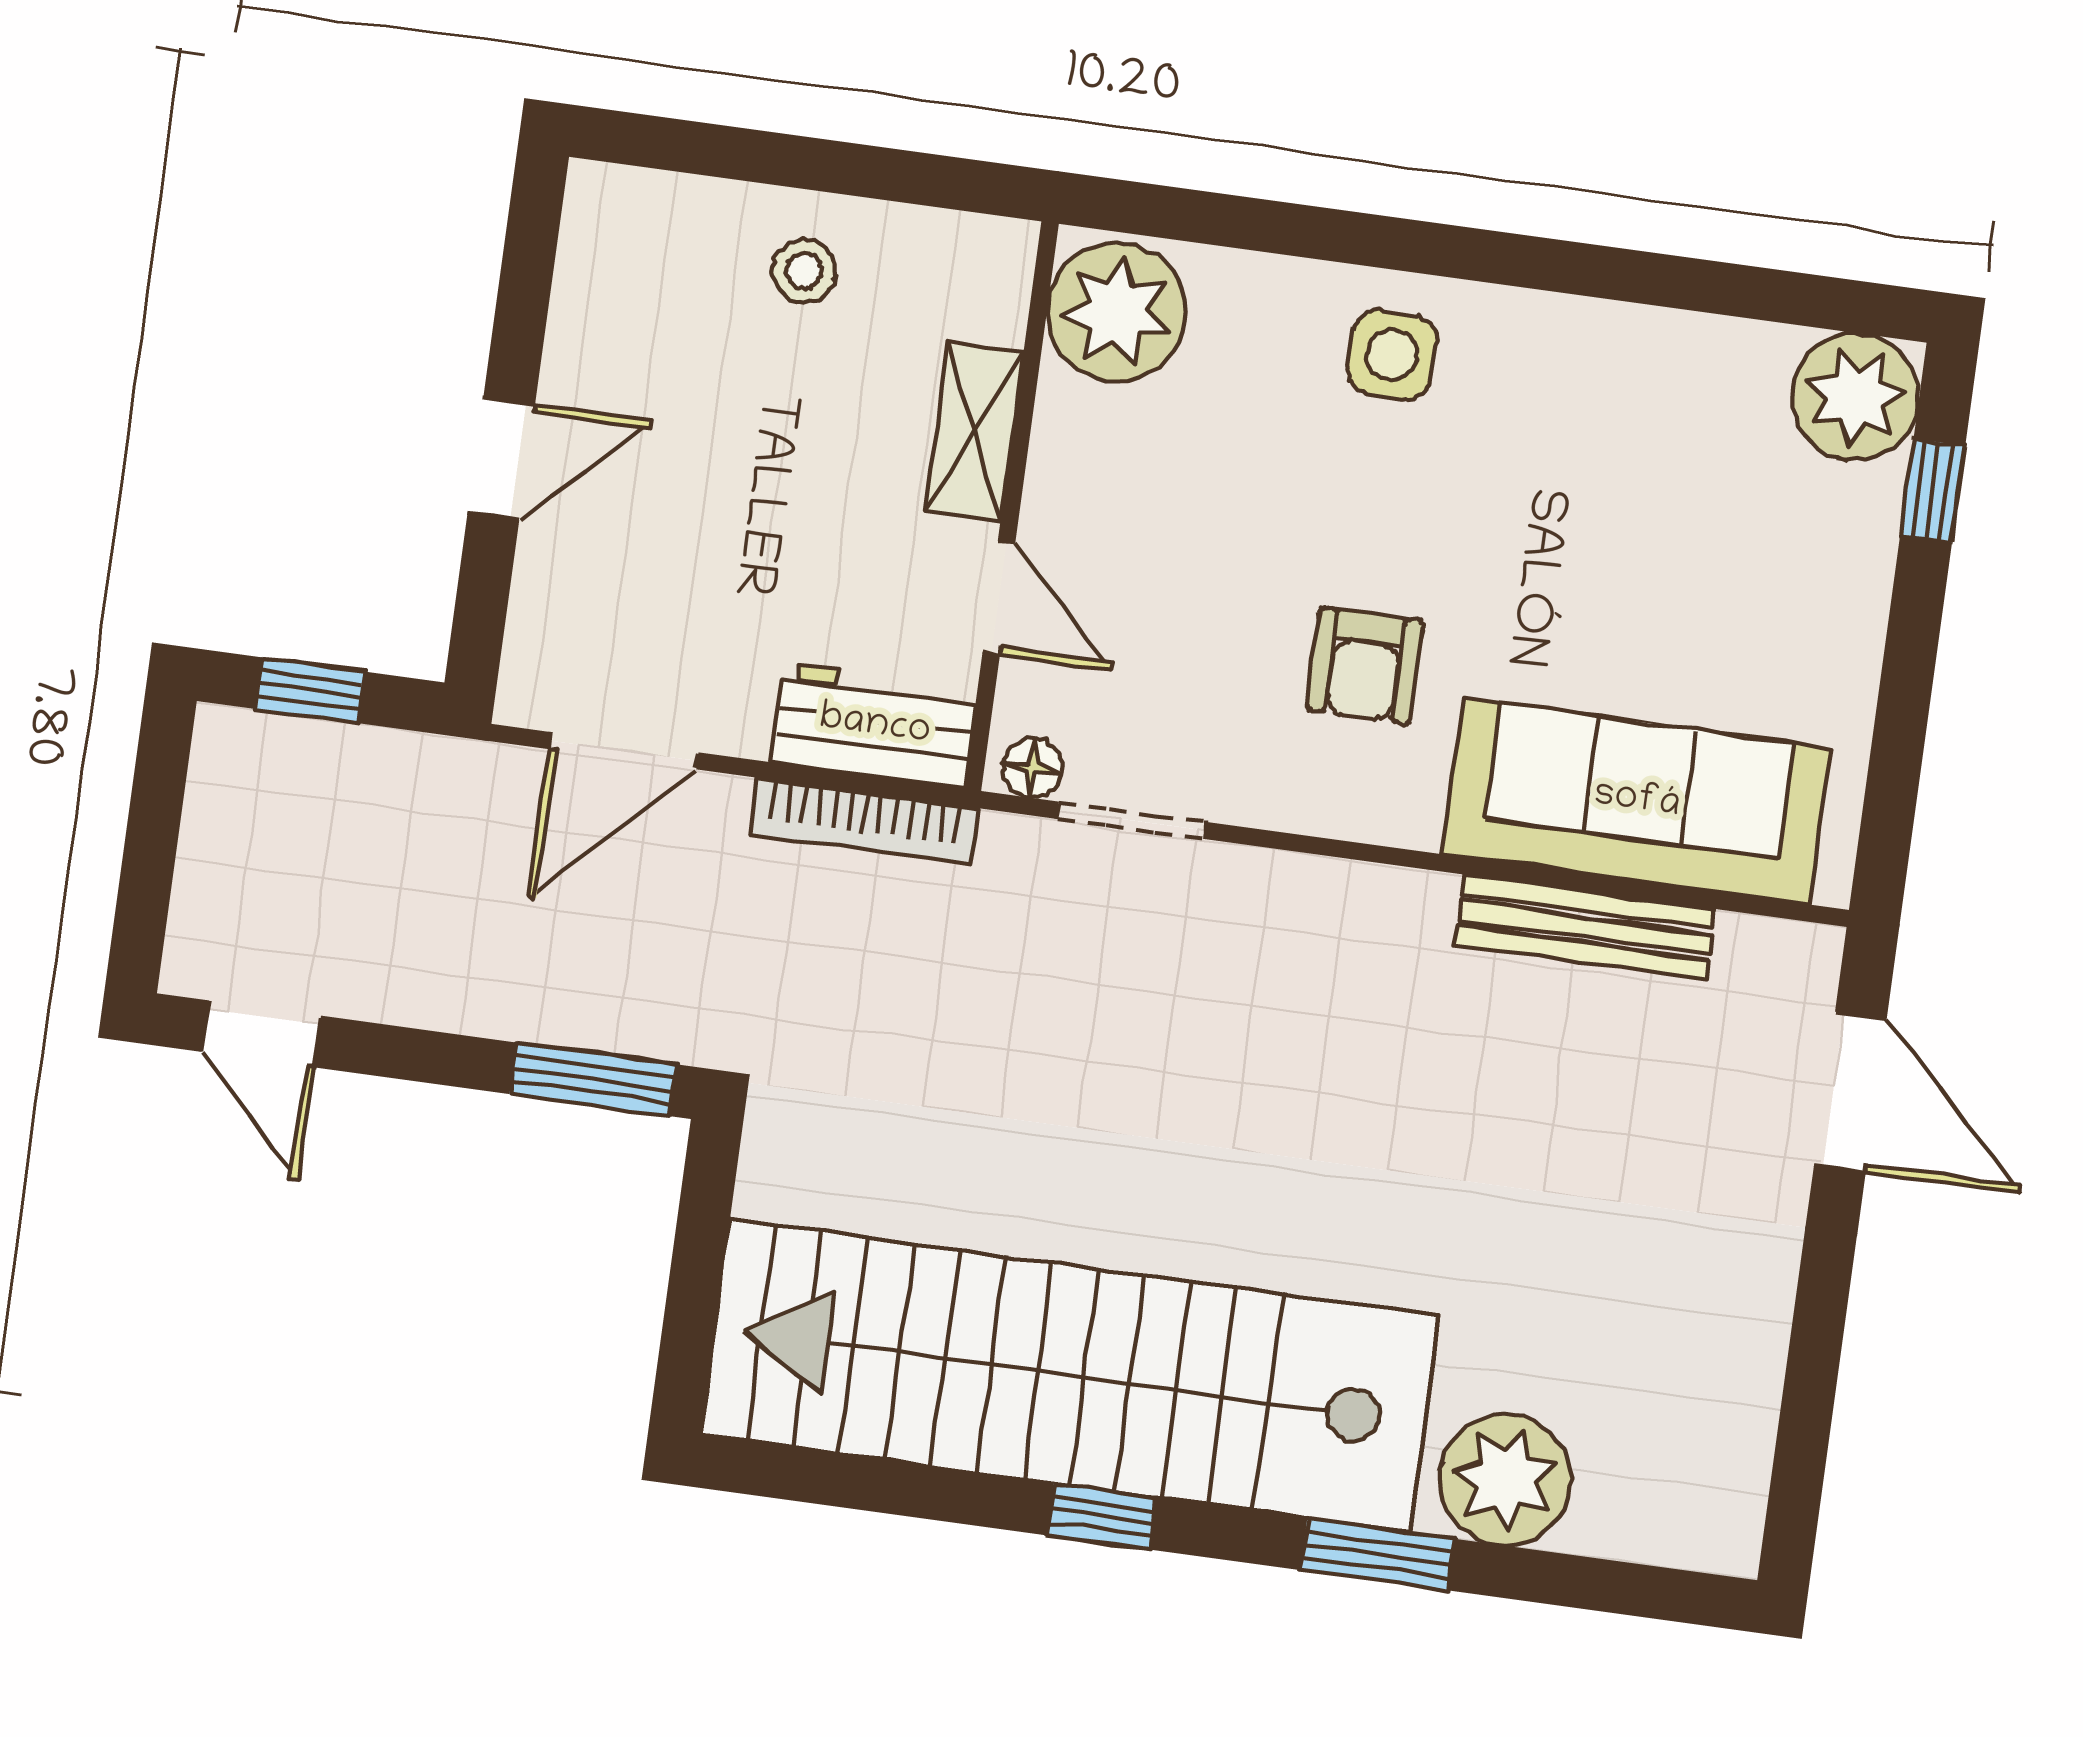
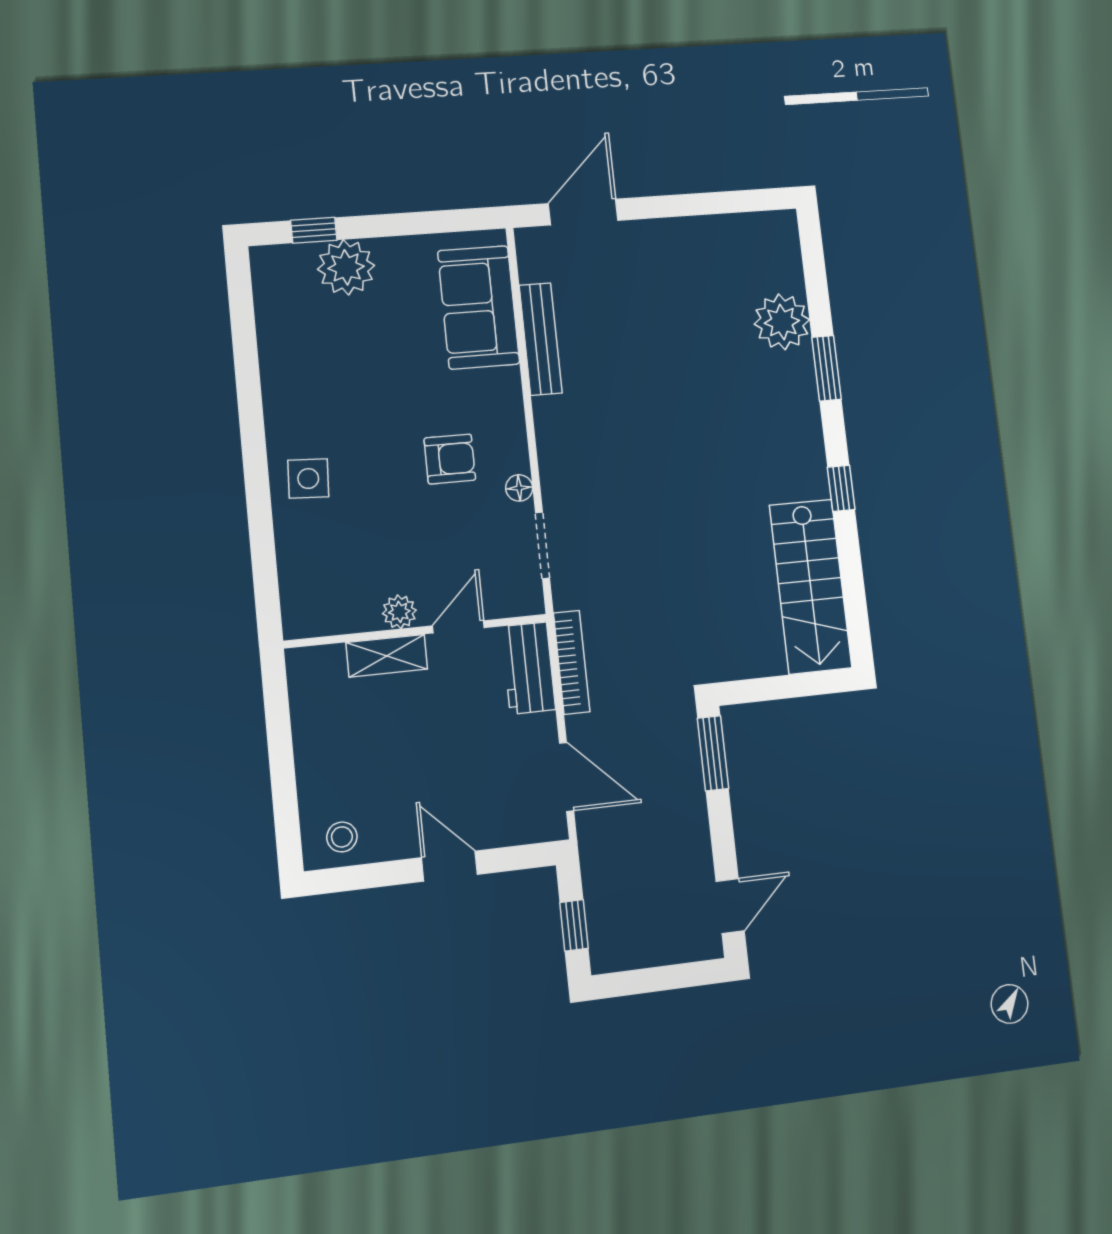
stool: (804, 271) -> (342, 837), moved
plant: (1117, 312) -> (399, 612), moved, width x0.53, depth x0.53
plant: (1855, 397) -> (346, 267), moved
floor lamp: (1032, 768) -> (519, 488), moved
sofa: (1637, 801) -> (479, 307), width x0.73
stairs: (1070, 1376) -> (810, 586), width x0.54, depth x0.66

